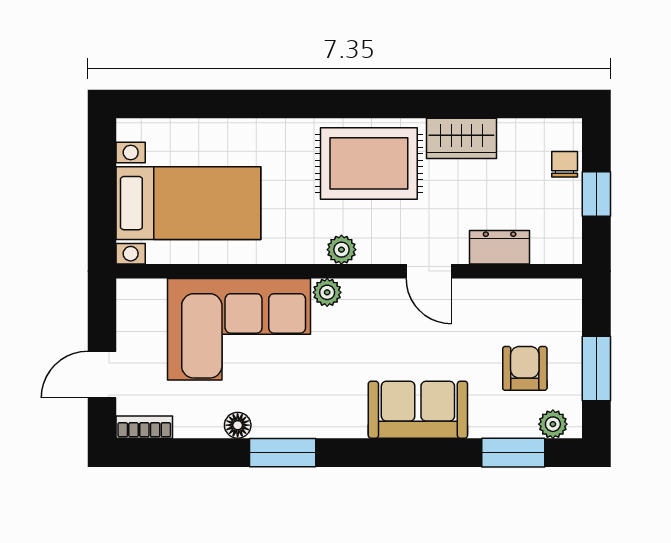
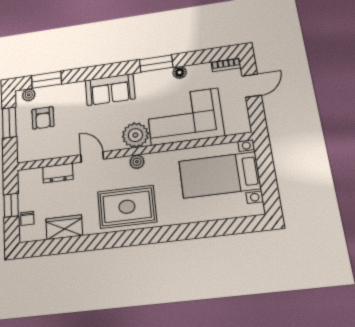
wardrobe: (461, 138) -> (64, 227), moved
plant: (327, 292) -> (135, 135), width x1.88, depth x1.88
sofa: (418, 410) -> (110, 90), moved

